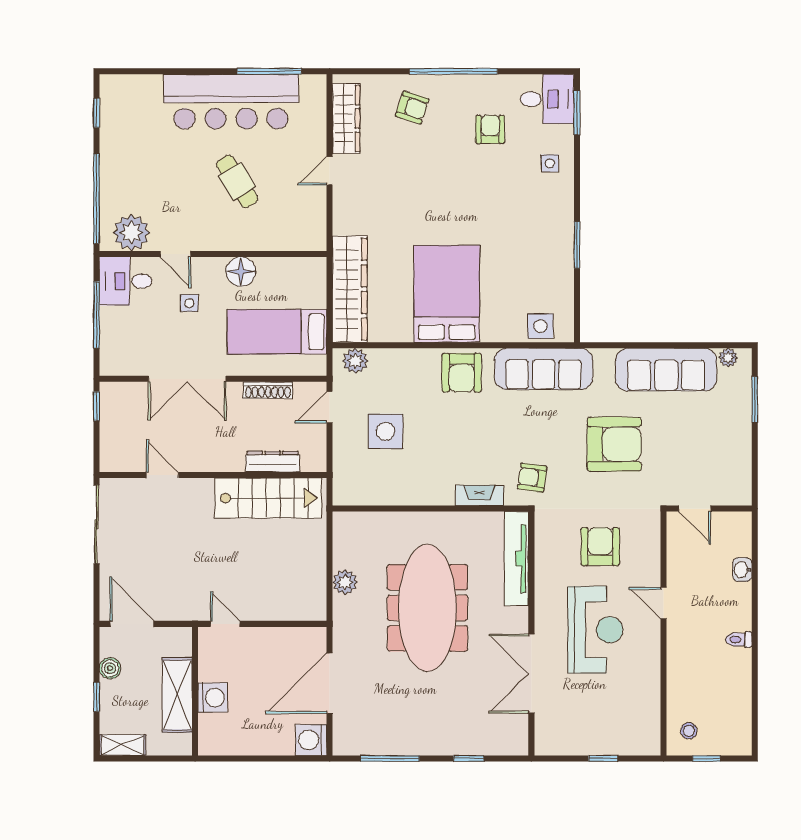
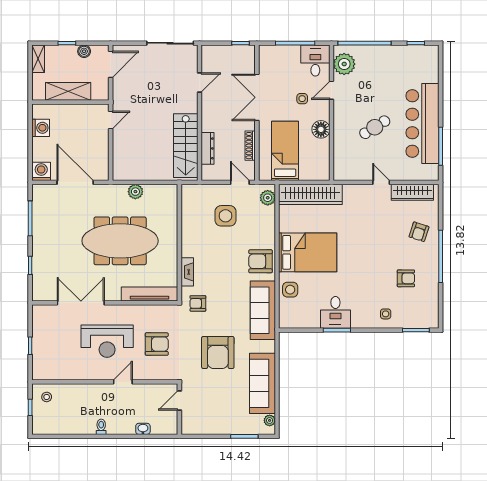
desk: (547, 99) -> (335, 312), moved
side table: (540, 326) -> (290, 290), moved
armchair: (532, 478) -> (198, 303), turned -98
washing machine: (213, 697) -> (41, 128), moved, turned -90

